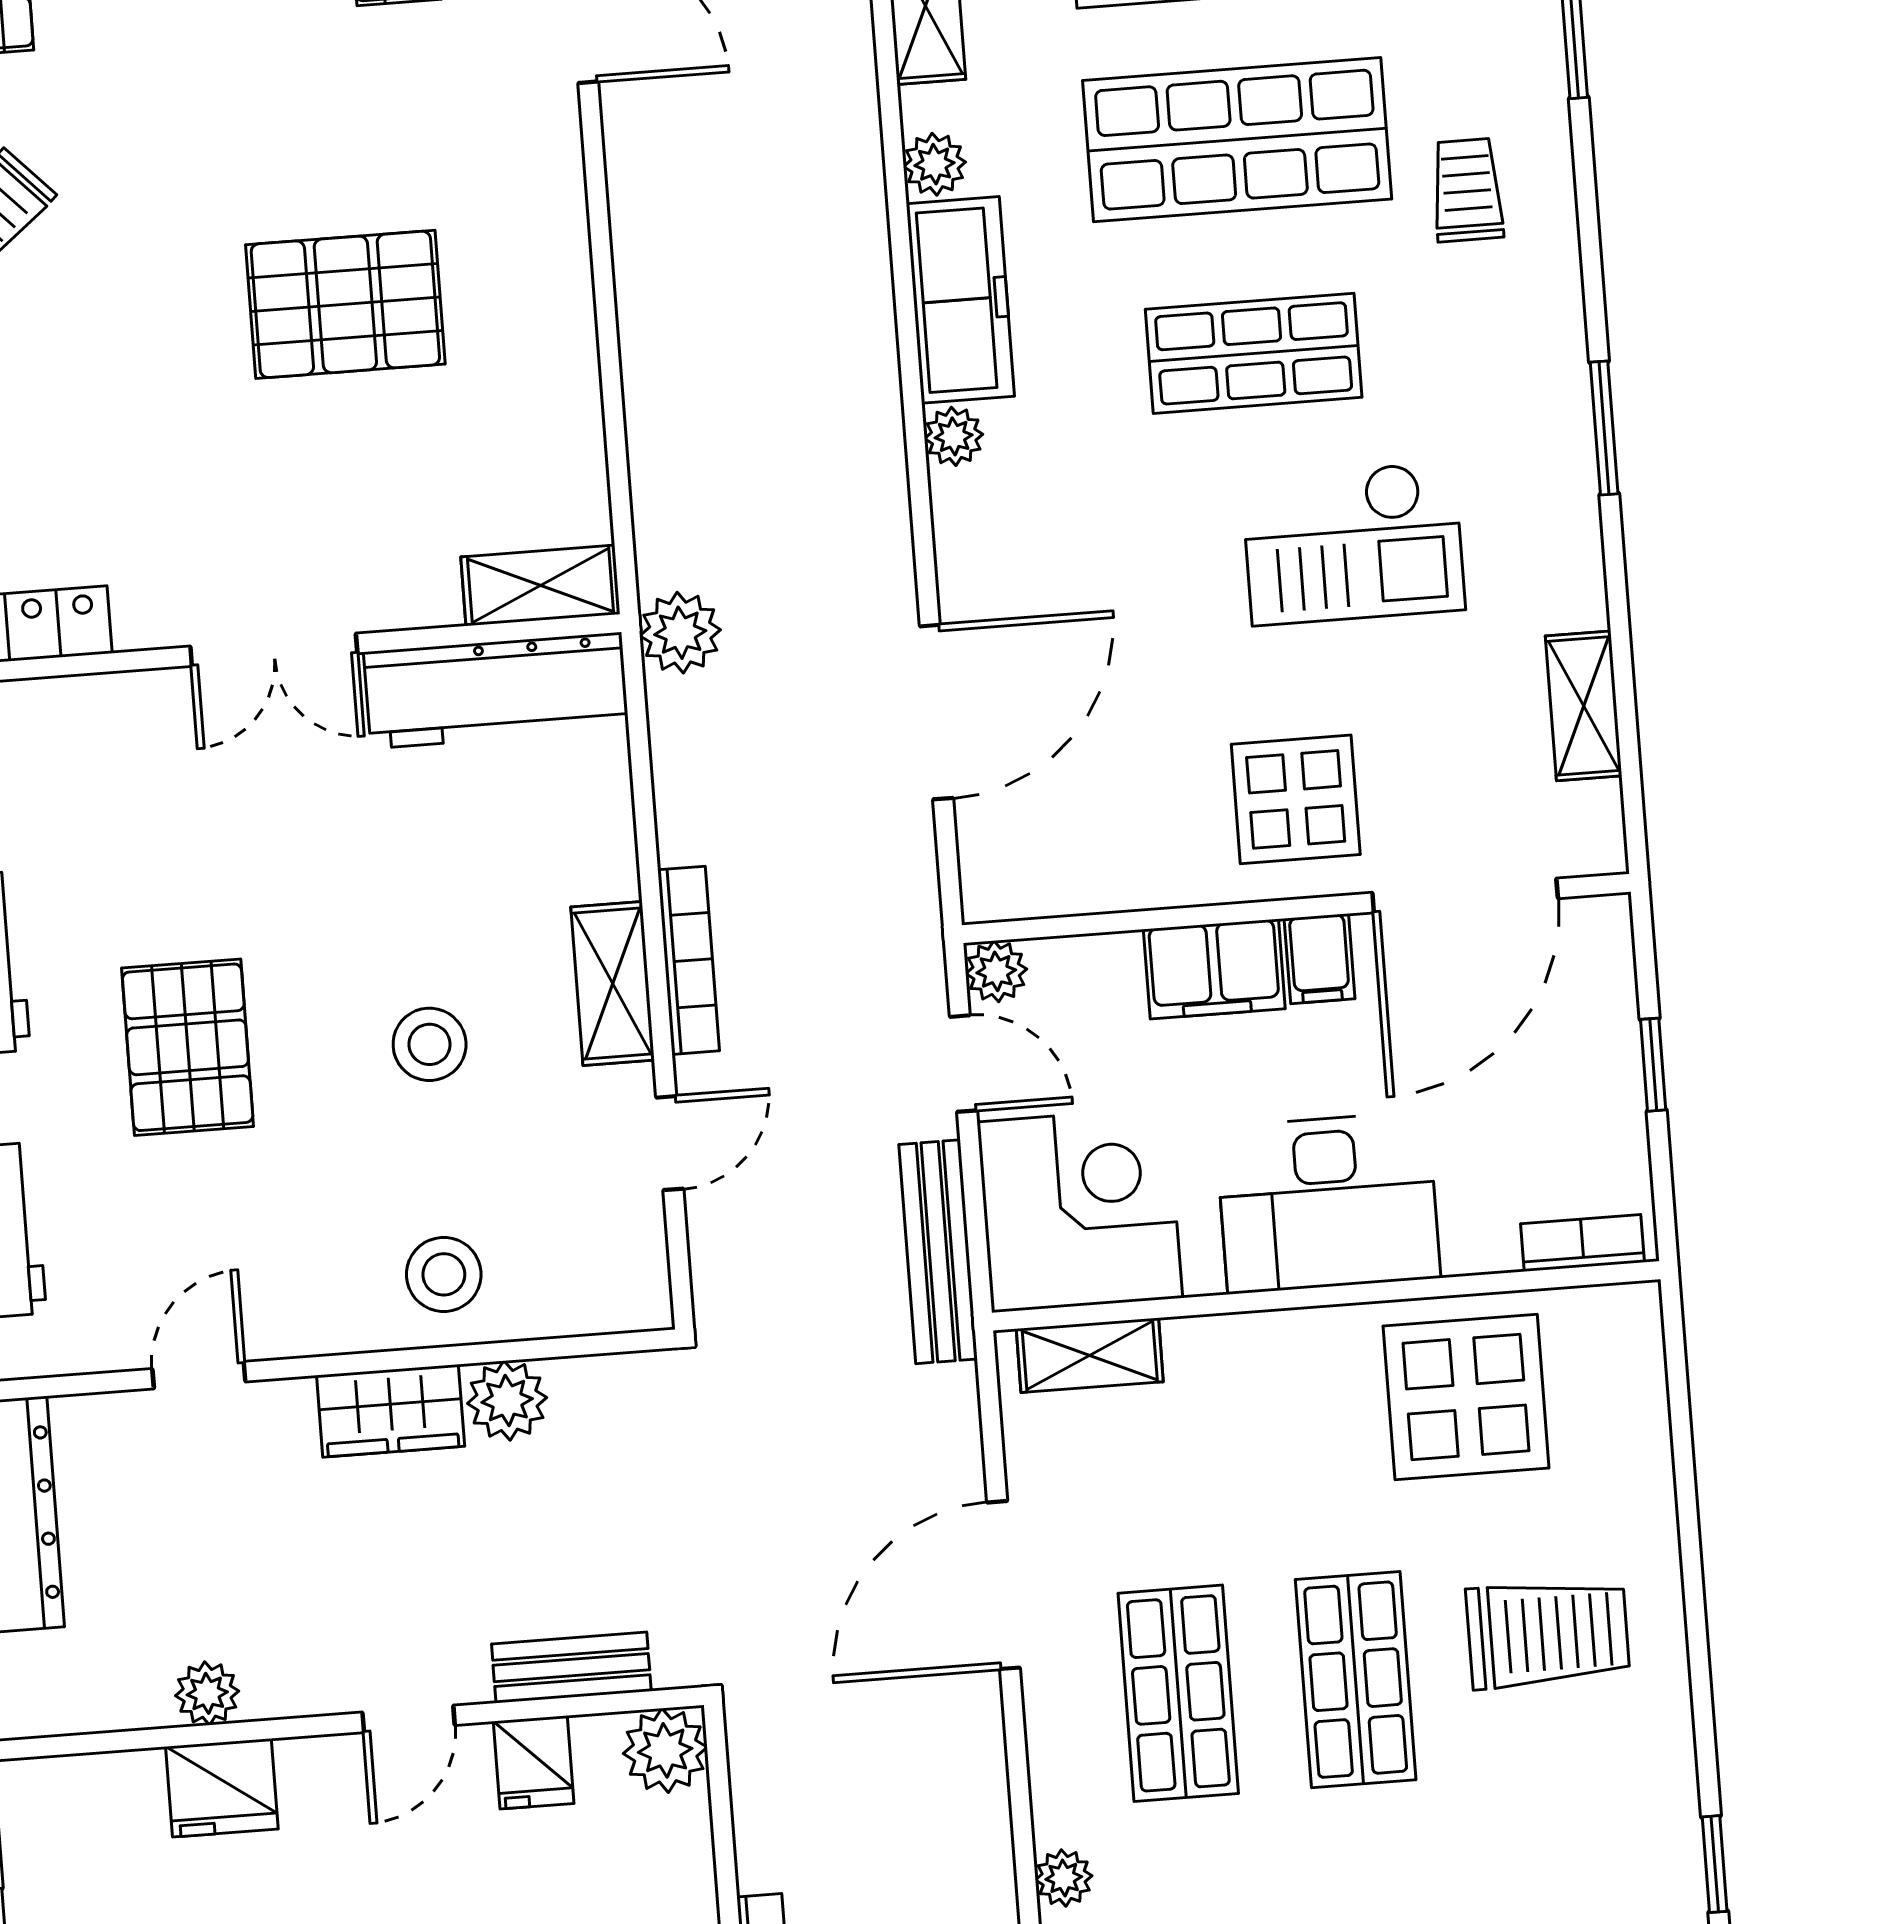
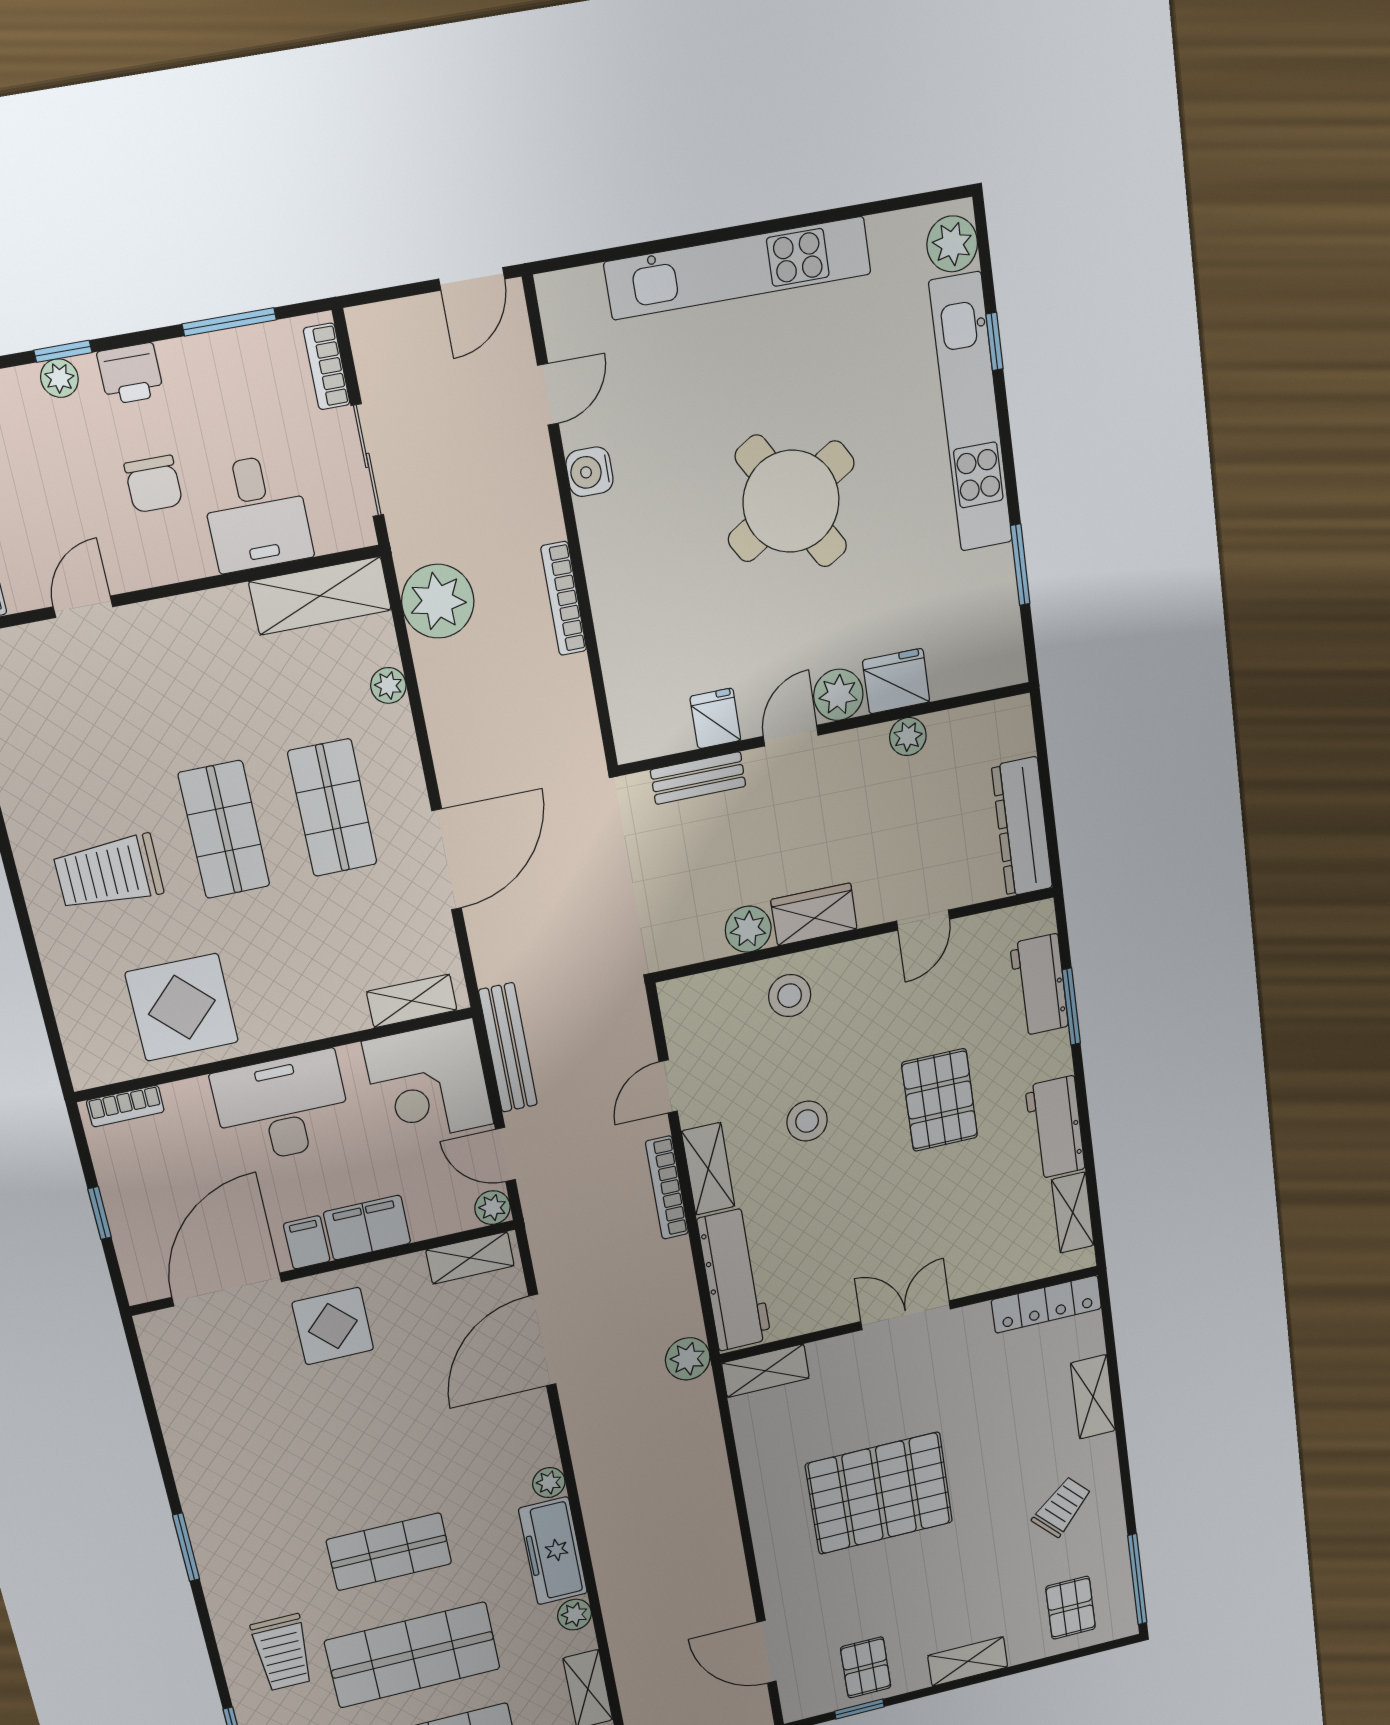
trolley: (1467, 190) -> (283, 1652), width x1.36, depth x1.39
pallet: (345, 304) -> (879, 1493), width x1.37, depth x1.41
checkout: (1353, 543) -> (320, 1465), removed
workbench: (496, 691) -> (734, 1279), moved, turned 90
shelving: (1584, 706) -> (470, 1258), moved, turned 90
plant: (665, 1750) -> (838, 695), moved

